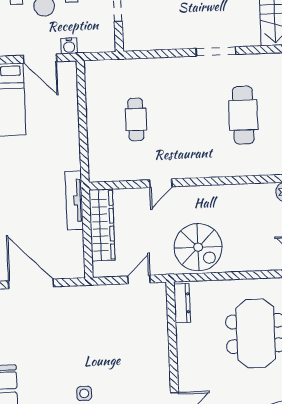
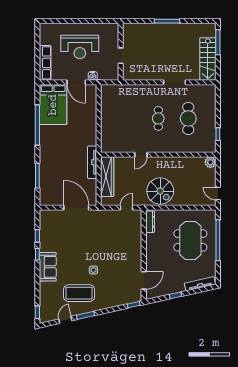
cafe table: (136, 119) -> (158, 118), moved
door: (31, 284) -> (76, 208), moved

